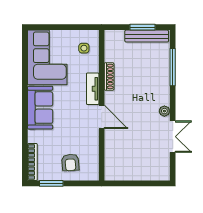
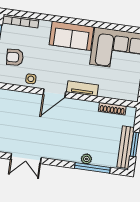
side table: (84, 48) -> (31, 79), moved
shoe rack: (109, 76) -> (112, 109), moved
plant: (164, 111) -> (86, 159), moved

